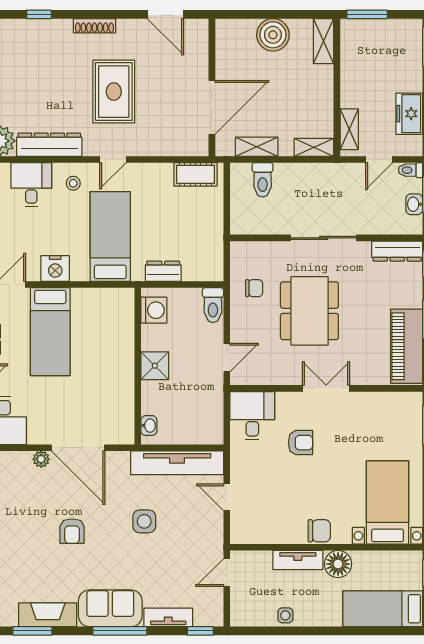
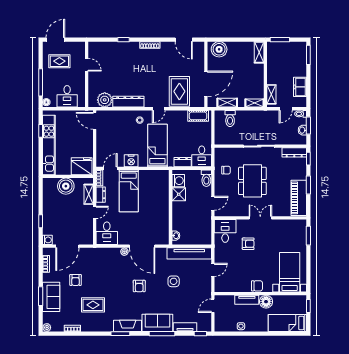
boiler: (273, 35) -> (219, 49), moved
rug: (114, 92) -> (179, 91), moved
desk: (31, 185) -> (202, 156), moved, turned 180
shower: (155, 366) -> (179, 194), moved
door: (227, 497) -> (213, 270), swing flipped

